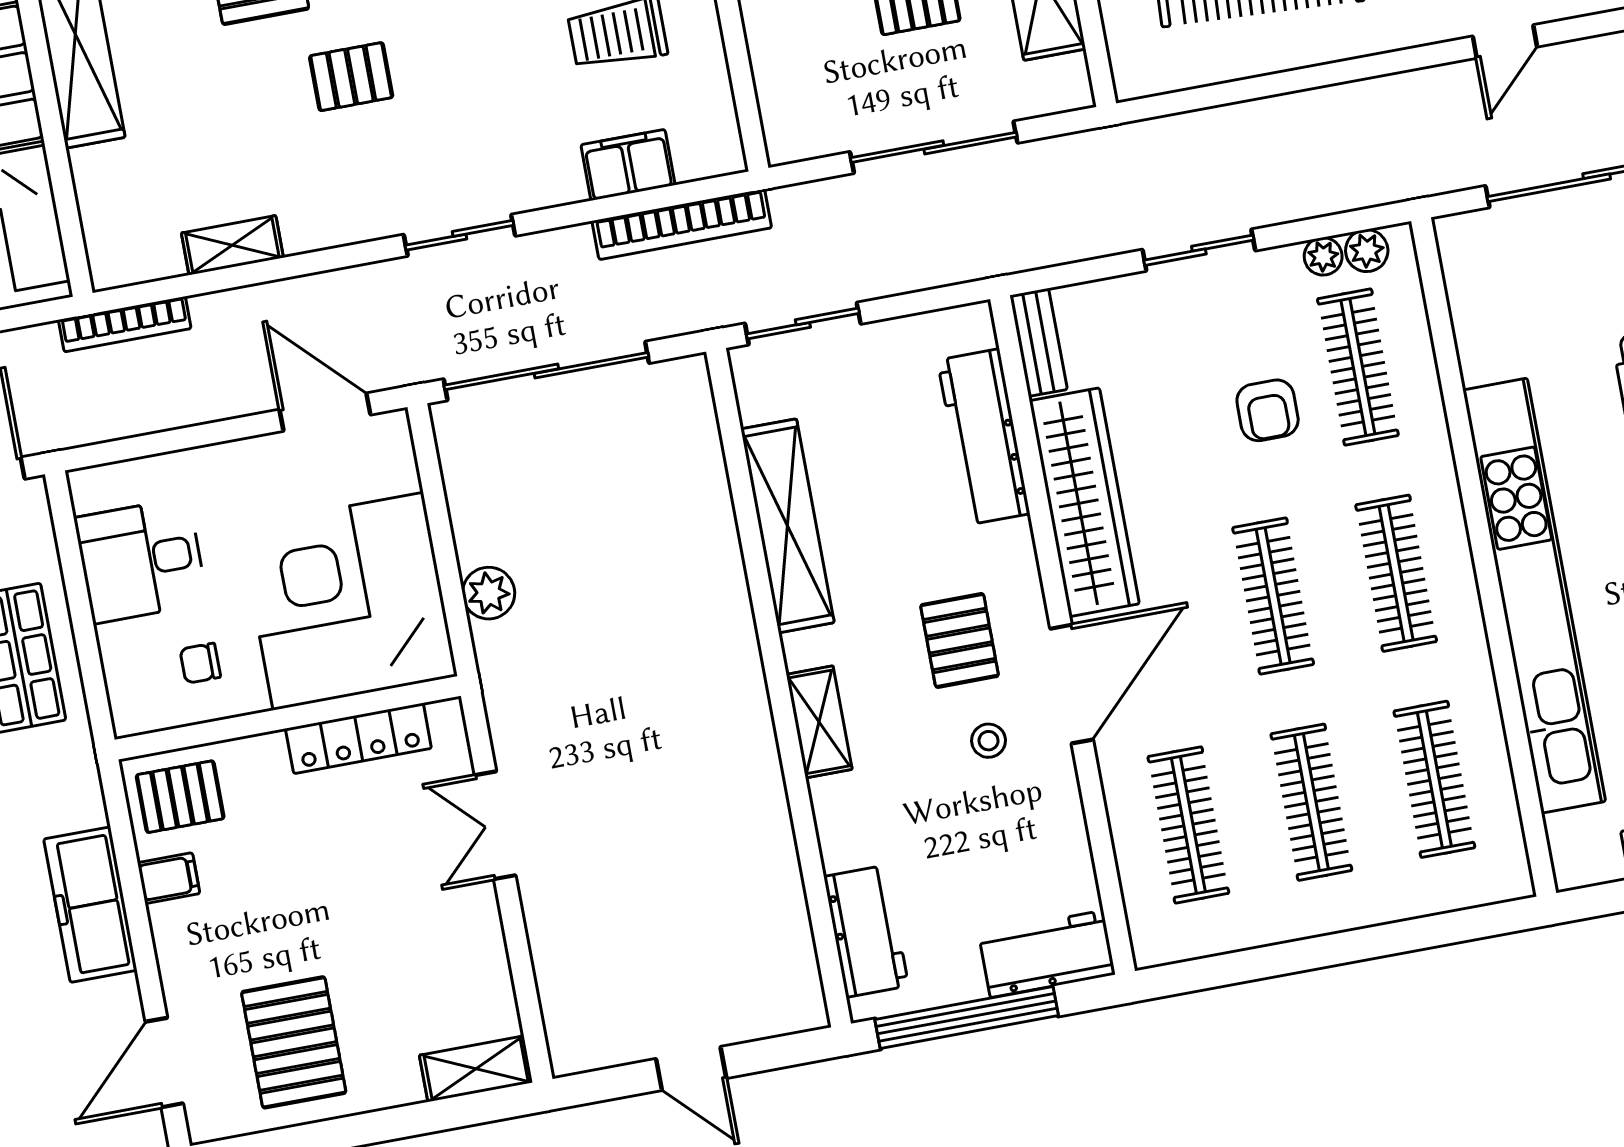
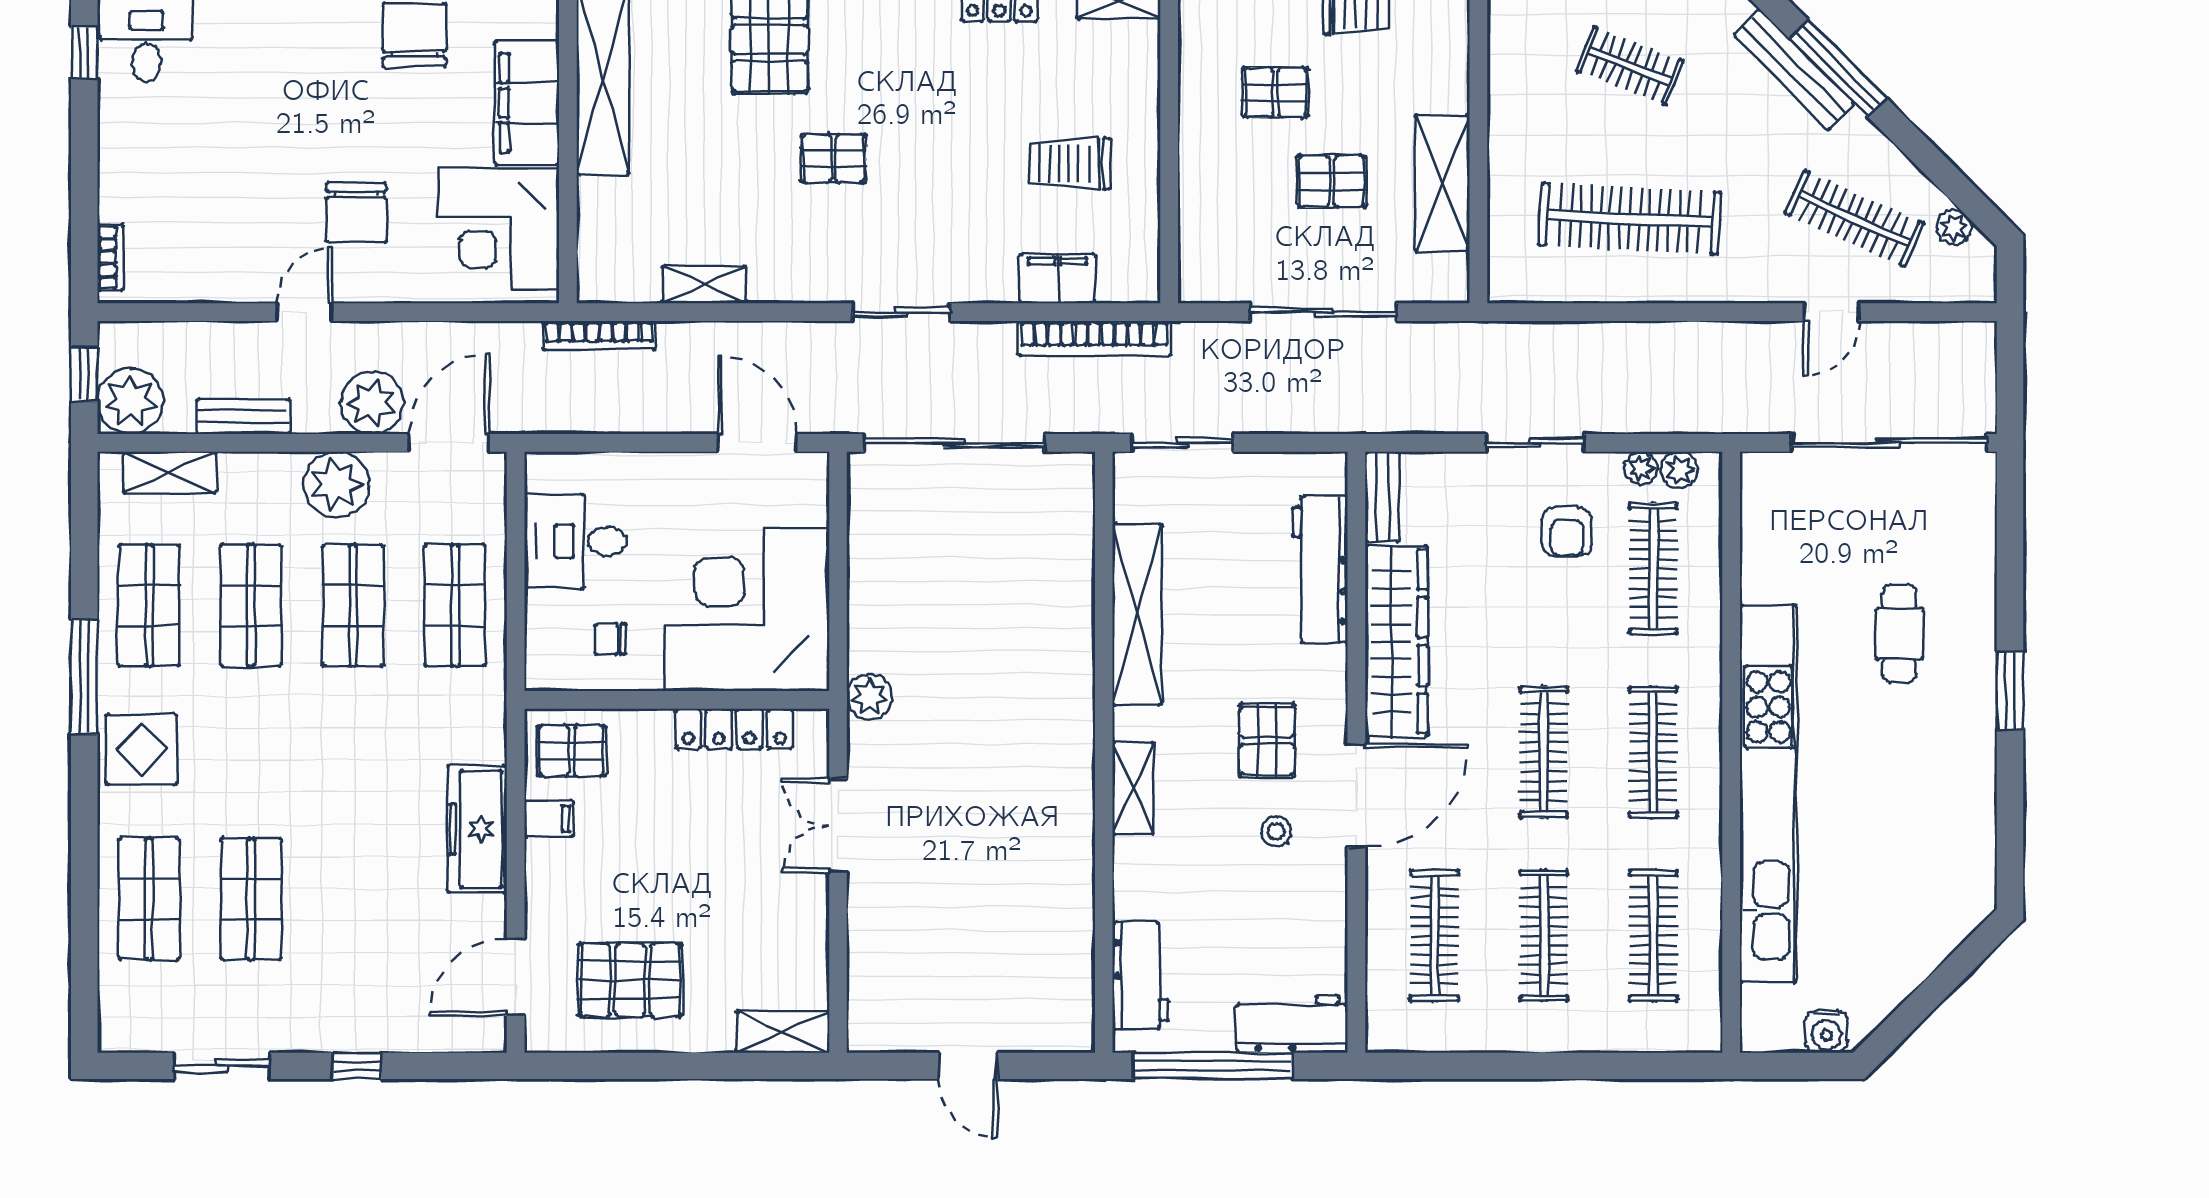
armchair: (1268, 410) -> (1567, 532), moved
plant: (489, 593) -> (869, 697), moved
pallet: (294, 1042) -> (630, 980), turned 90

